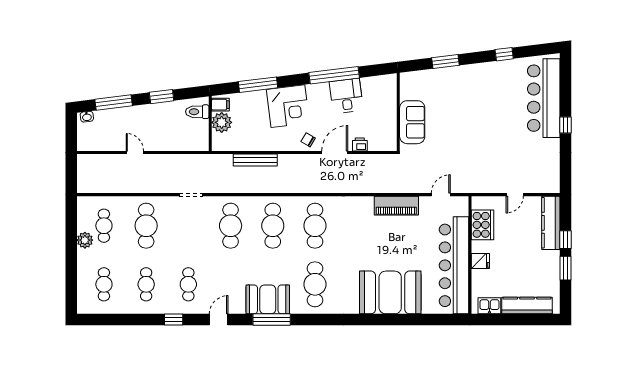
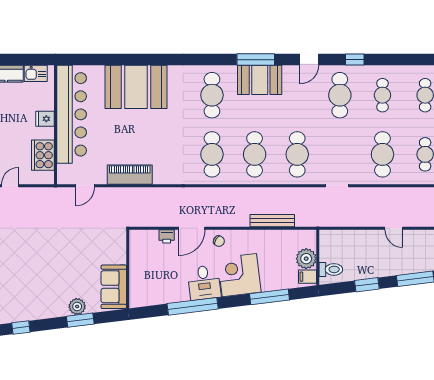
plant: (448, 75) -> (77, 306), added
desk: (346, 96) -> (204, 283), moved
sofa: (412, 122) -> (114, 287), moved
cafe table: (188, 284) -> (340, 95), width x1.37, depth x1.35

